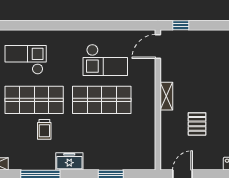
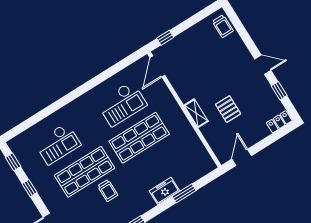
checkout: (26, 60) -> (58, 144), turned 180
shelving: (166, 96) -> (196, 113), moved
freezer: (69, 161) -> (164, 191), moved

